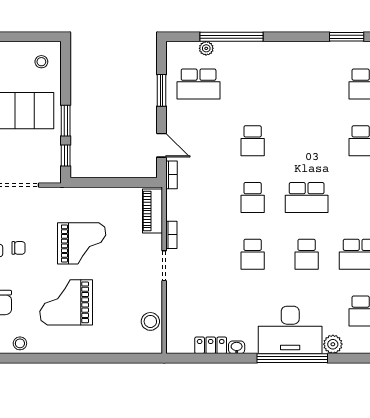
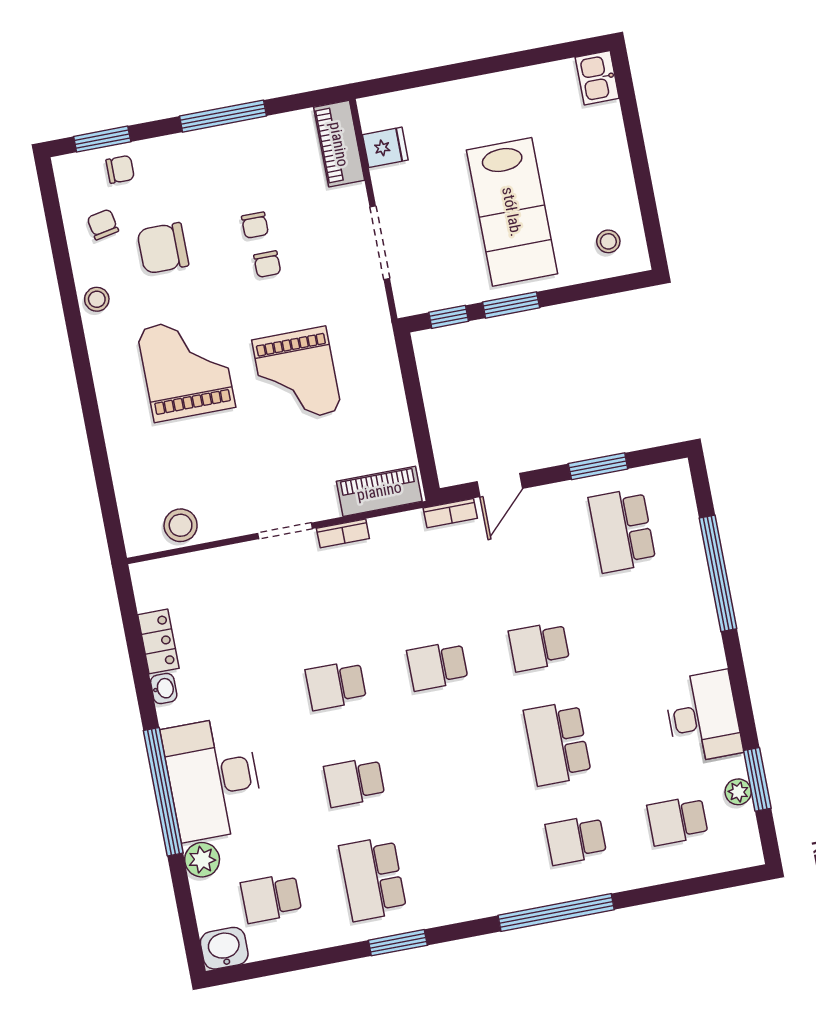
plant: (206, 48) -> (738, 792), moved
desk: (307, 60) -> (703, 717), added
school desk: (307, 197) -> (557, 743), moved

